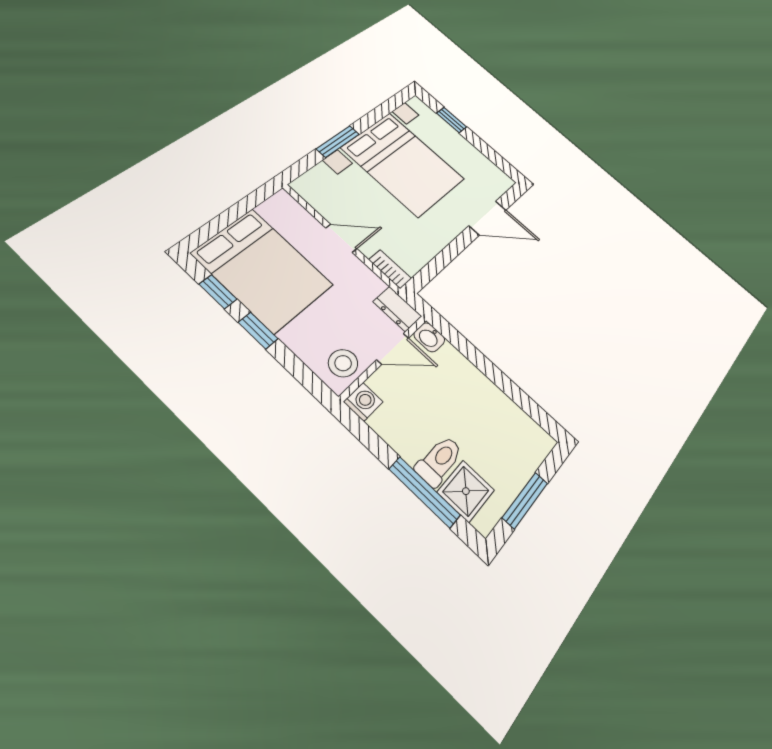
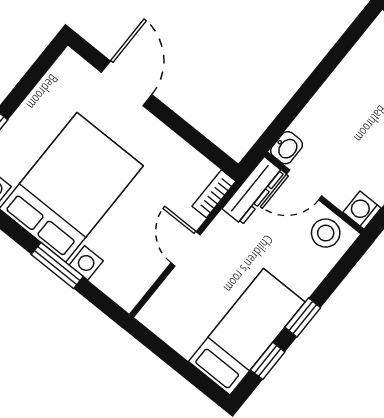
bed: (262, 269) -> (247, 332), width x0.67
dresser: (397, 309) -> (253, 191), width x1.44
door: (393, 349) -> (304, 185), swing flipped

